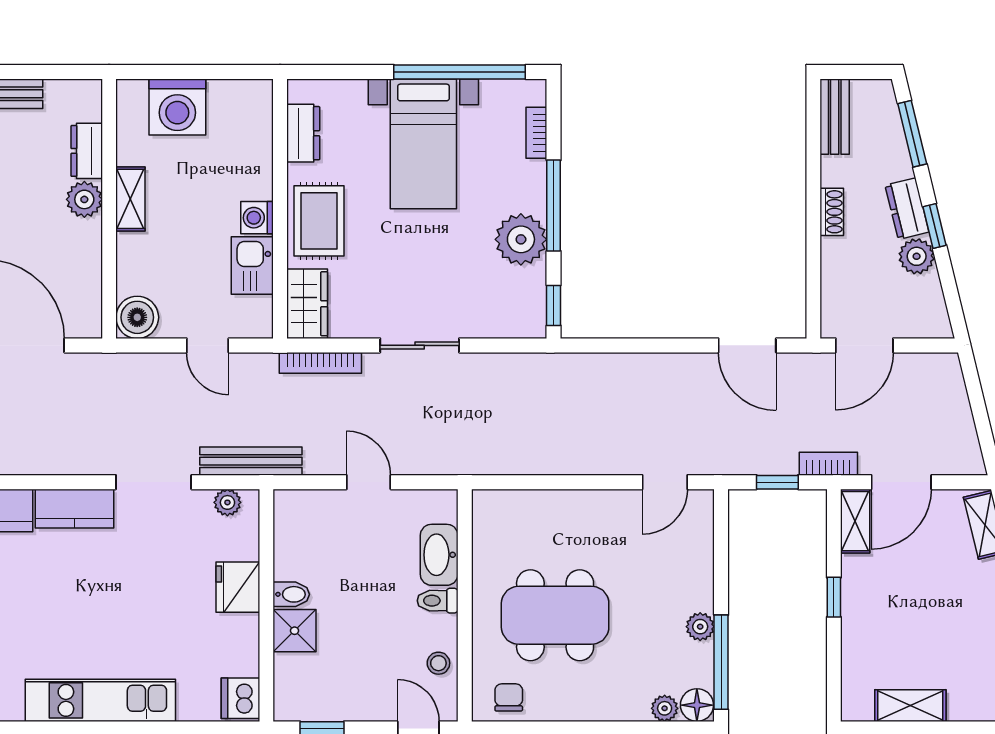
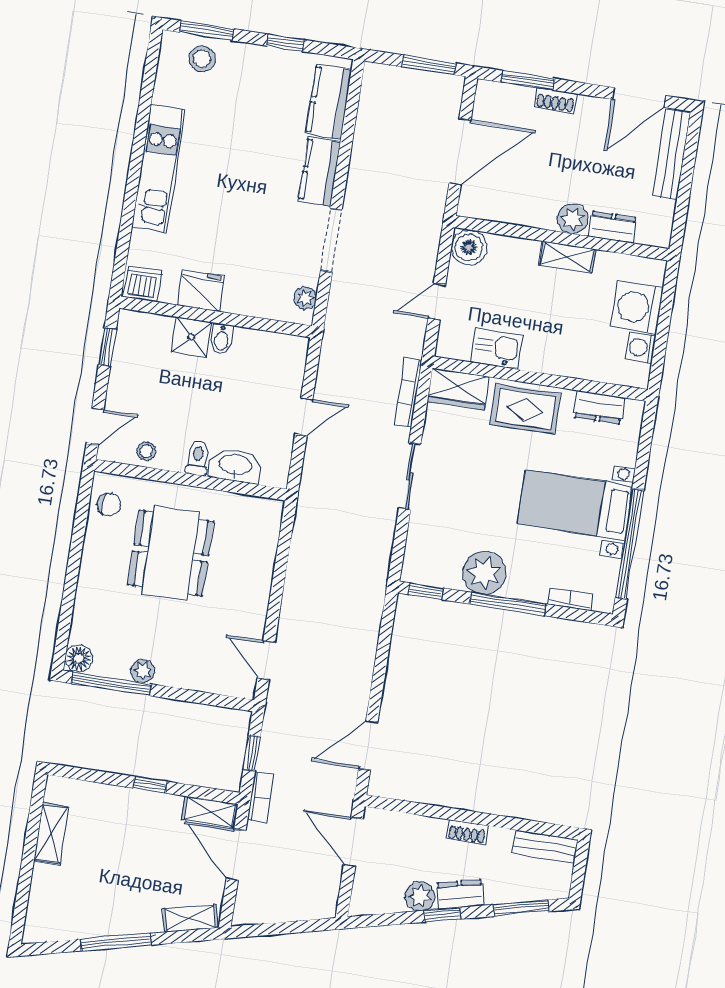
washing machine: (257, 218) -> (641, 347), moved, turned -90
bench: (251, 461) -> (336, 323), removed
fridge: (238, 587) -> (201, 291), moved
plant: (665, 708) -> (80, 631), removed

